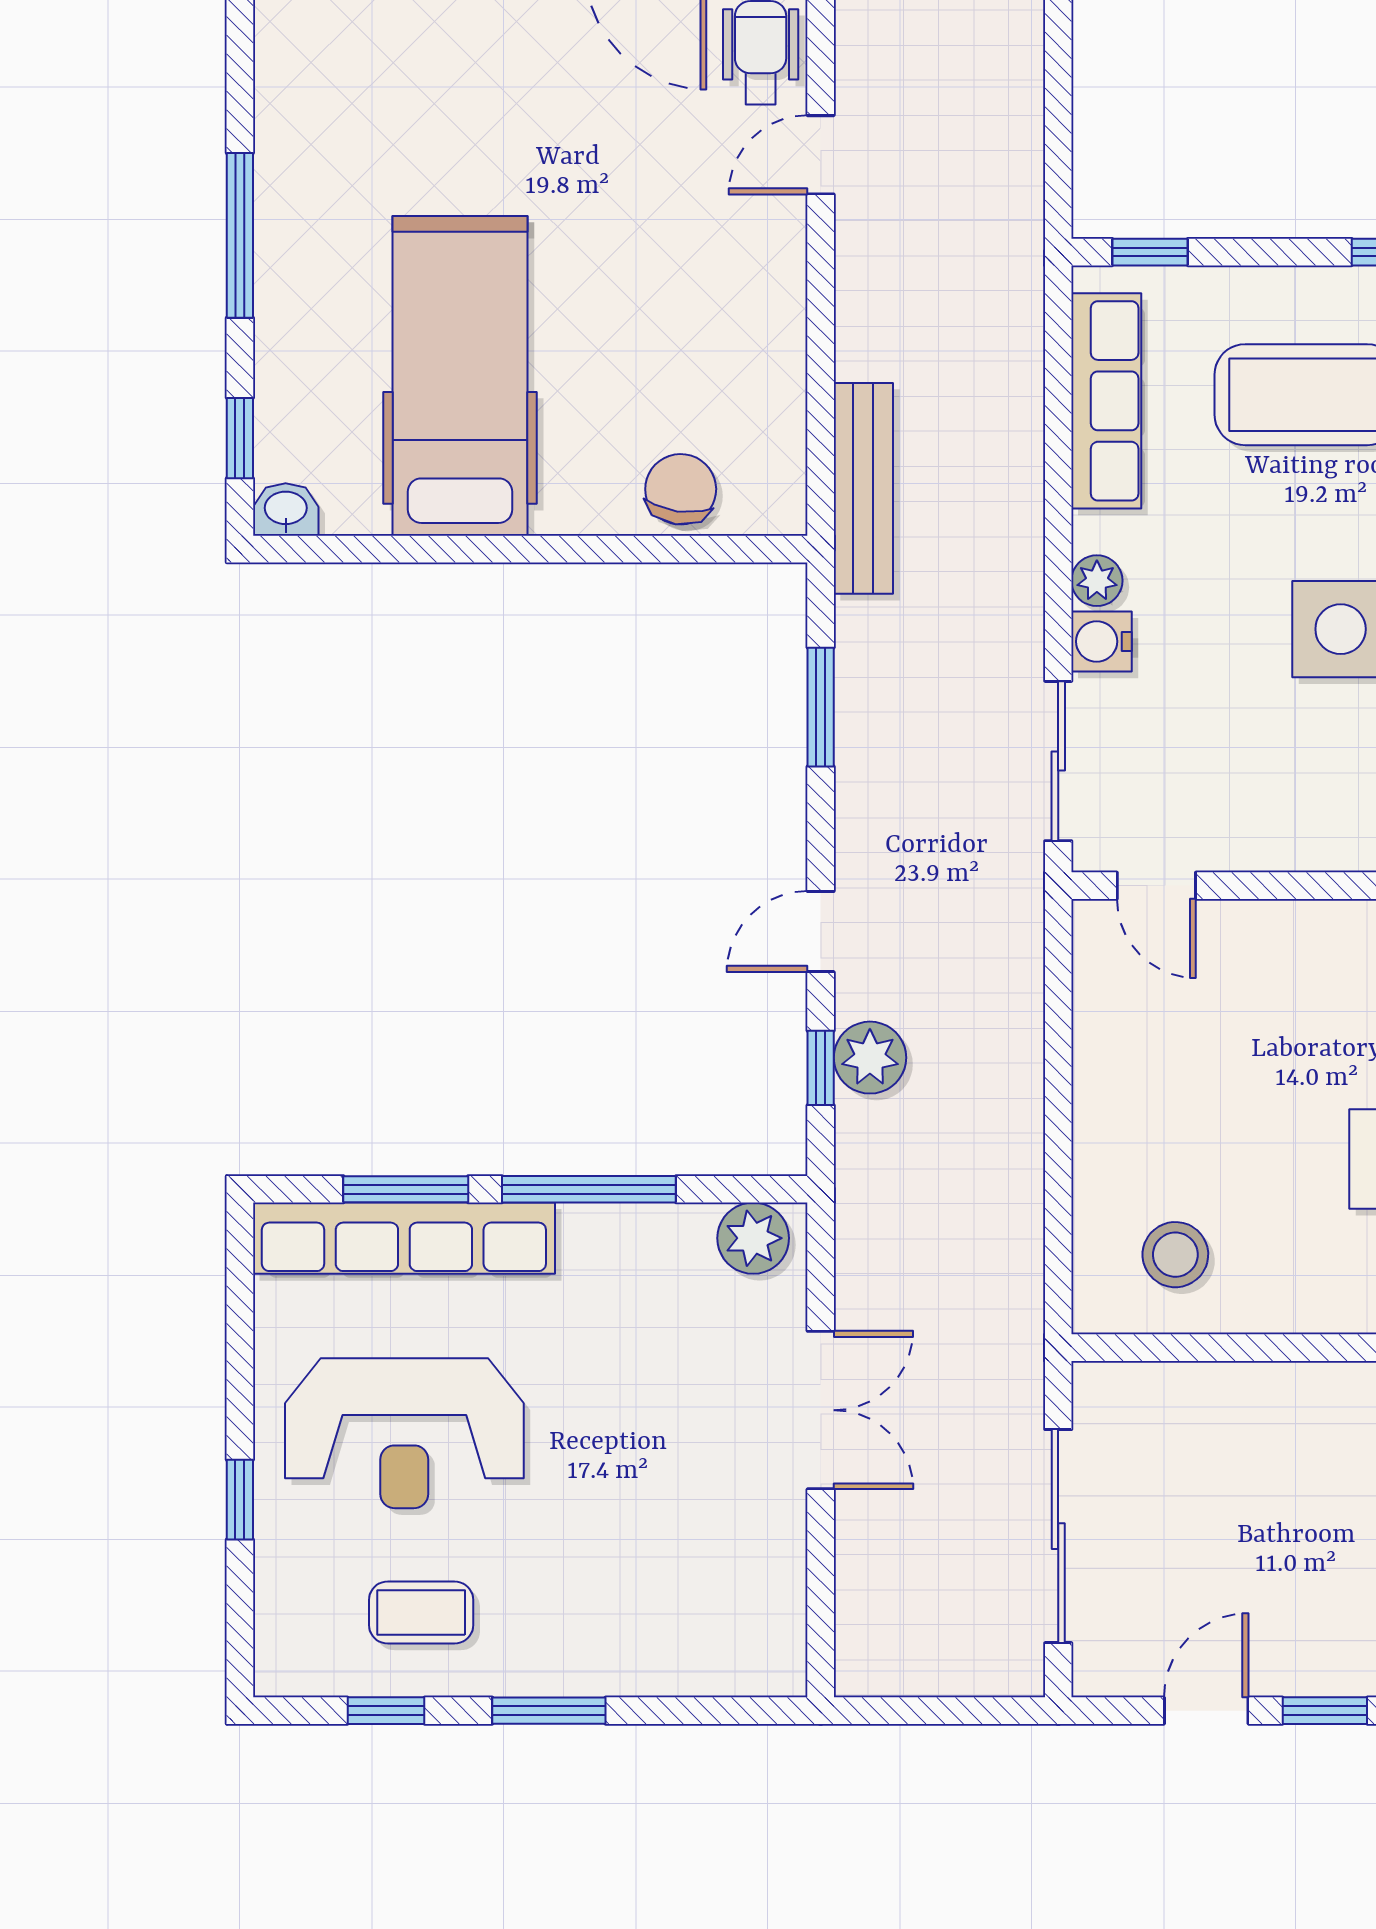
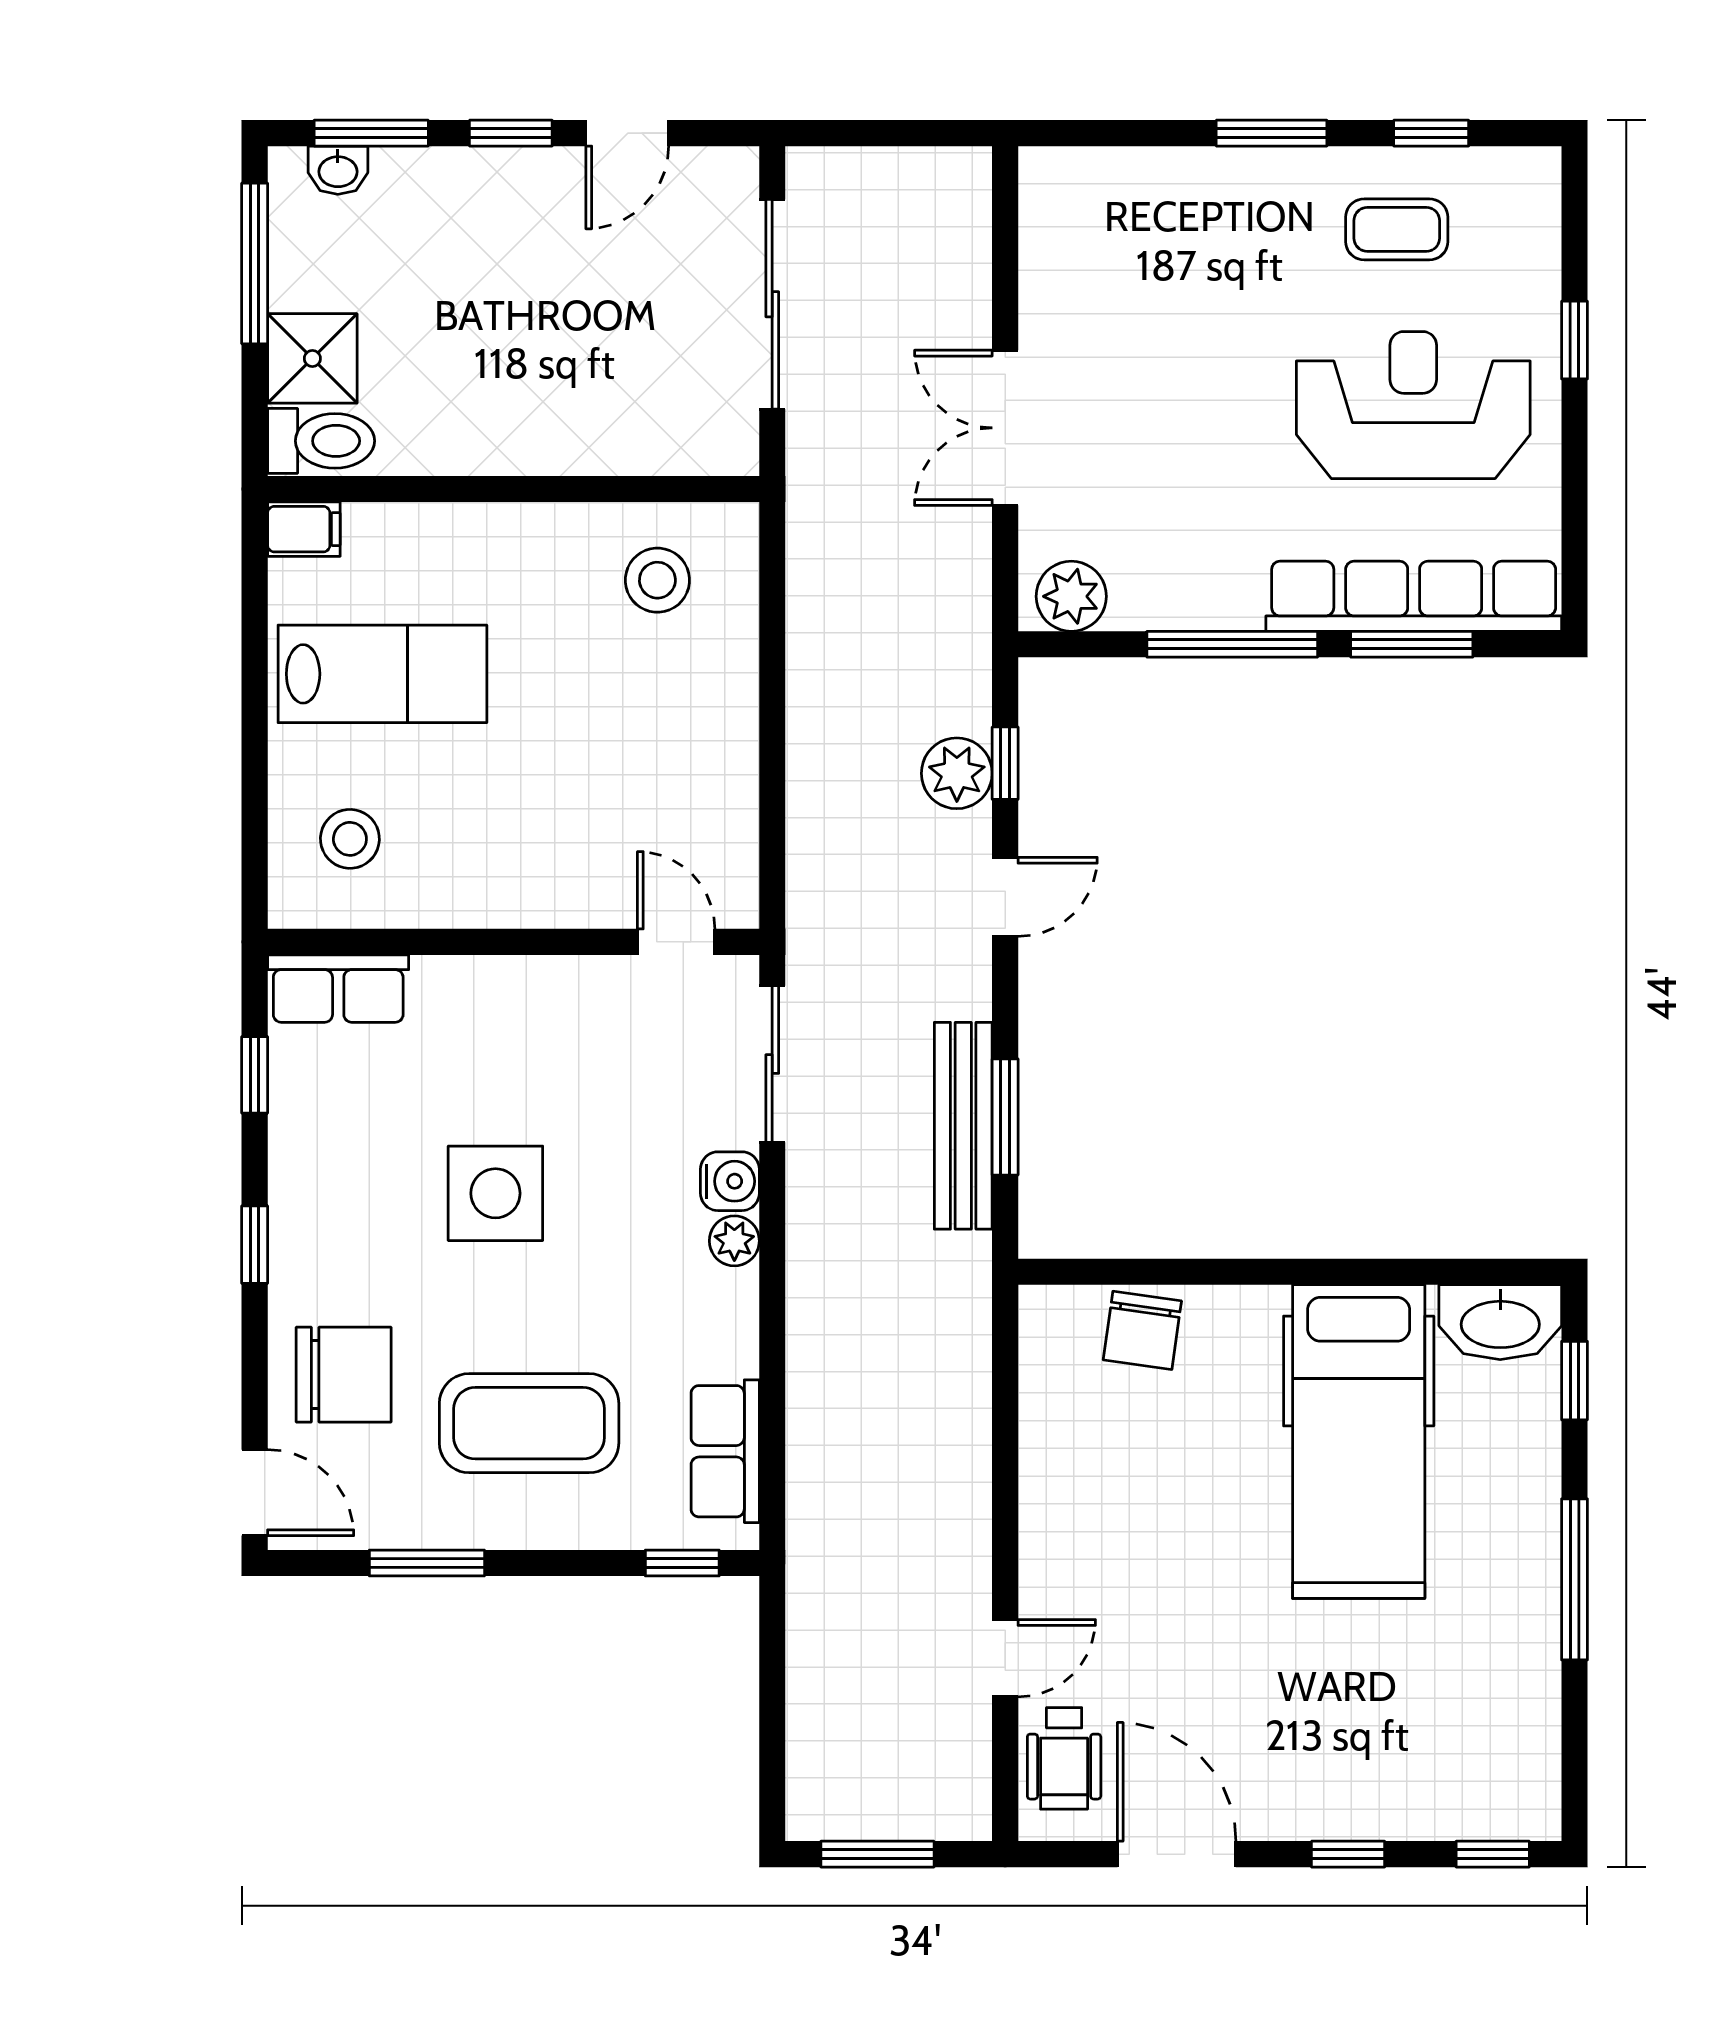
row of seats: (1106, 401) -> (725, 1451), width x0.68
bench: (863, 488) -> (963, 1126), moved
washbasin: (286, 509) -> (1500, 1322), width x1.91, depth x1.45

